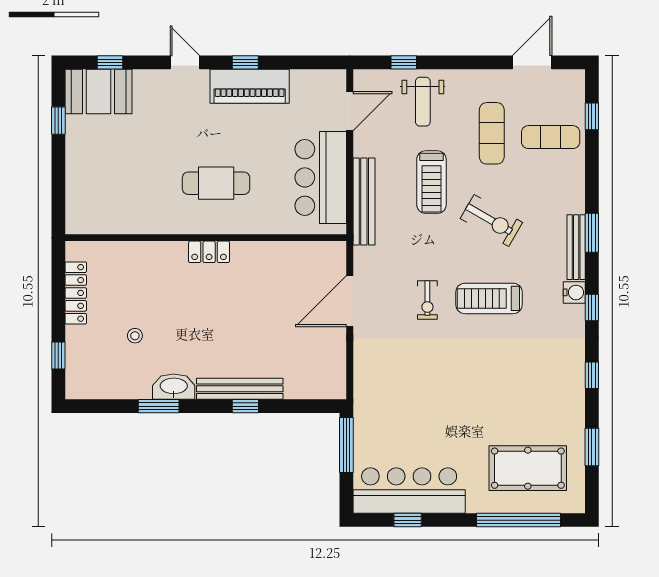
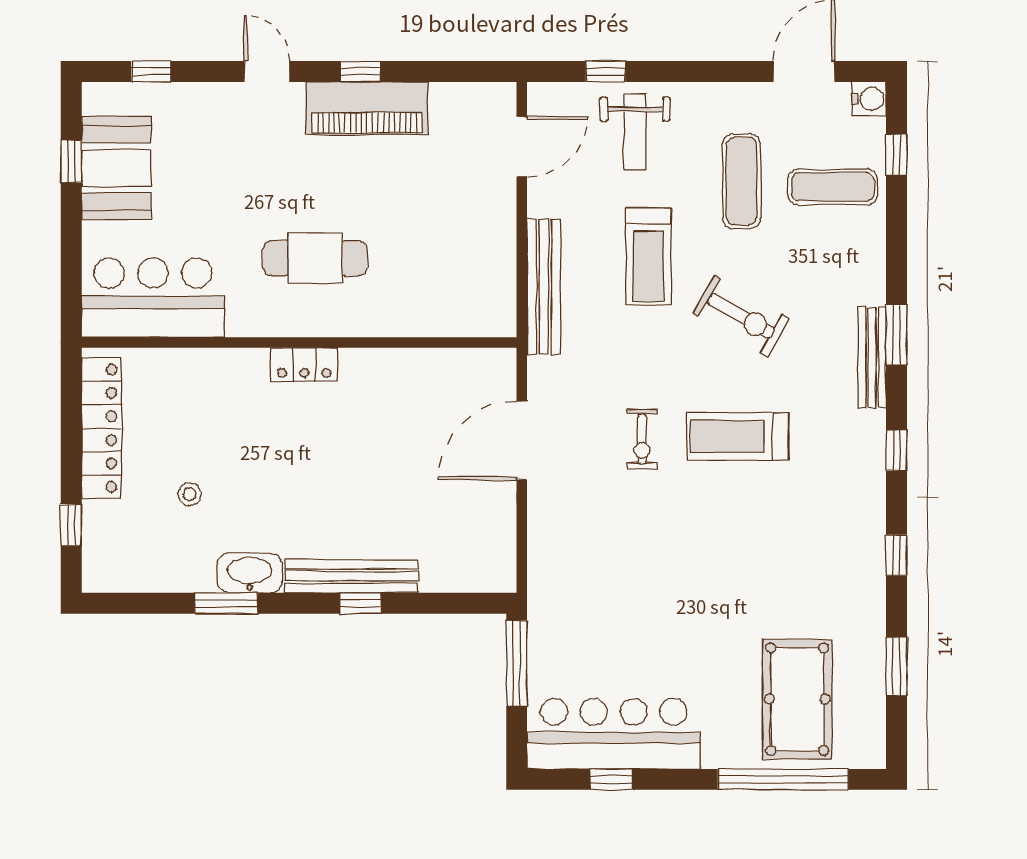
booth: (98, 92) -> (116, 168), moved, turned 90
bar counter: (321, 177) -> (153, 298), moved, turned 90
water cooler: (574, 292) -> (869, 99), moved
locker: (76, 293) -> (101, 428), width x1.41, depth x1.21
pool table: (528, 468) -> (797, 699), turned 90

